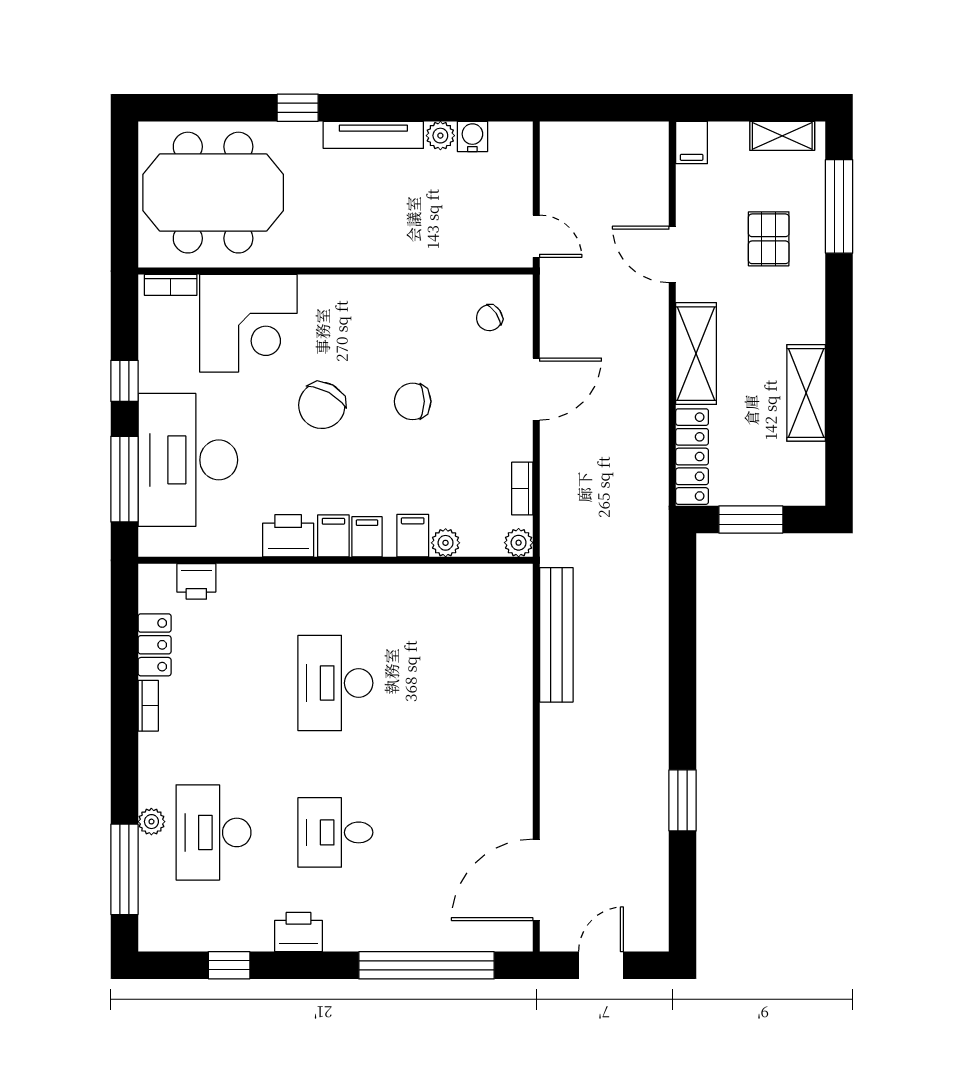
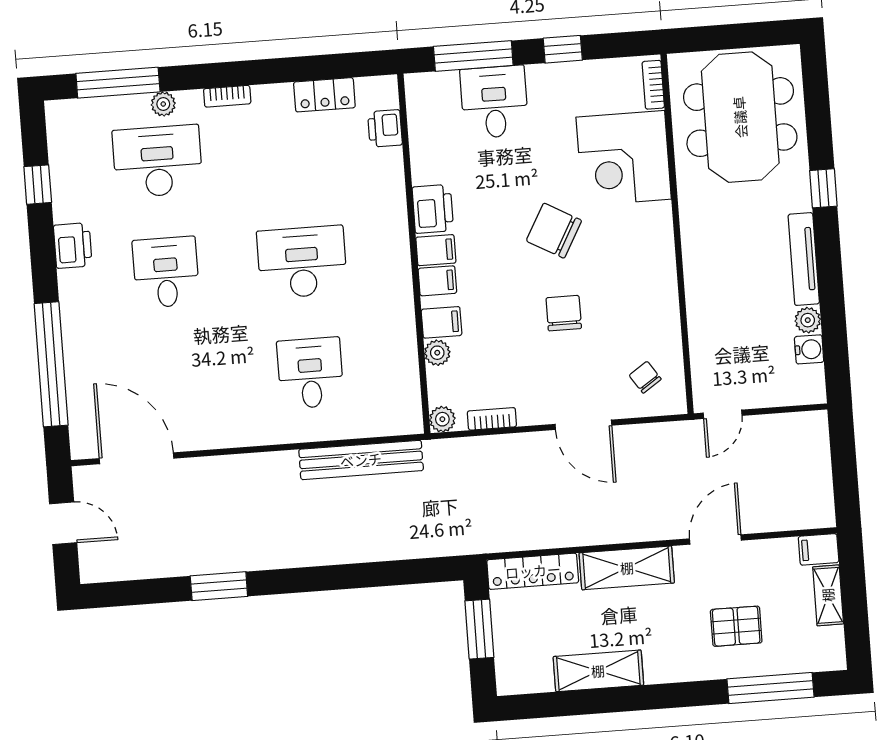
shelving: (782, 136) -> (828, 595), moved
desk: (188, 460) -> (494, 102), width x0.53, depth x0.77
desk: (457, 683) -> (310, 373), added
bookcase: (148, 706) -> (227, 96), moved

